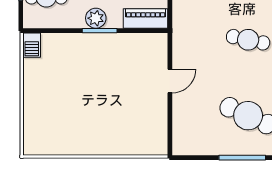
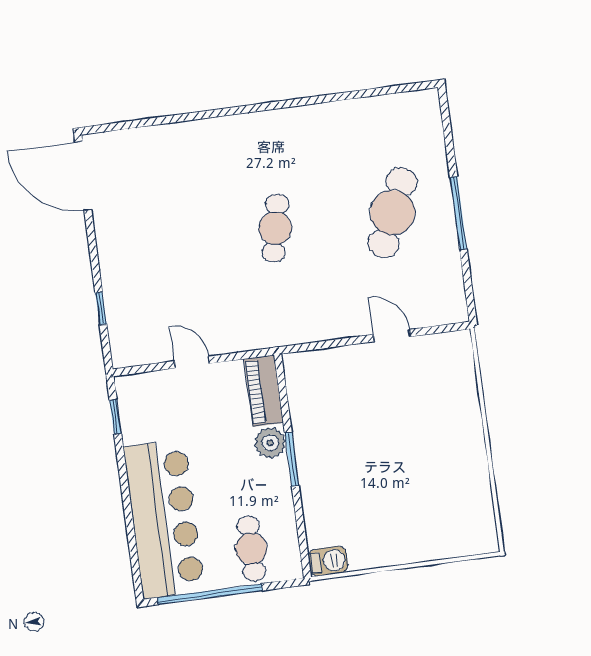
plant: (96, 18) -> (270, 443), moved
door: (170, 81) -> (392, 336), moved

